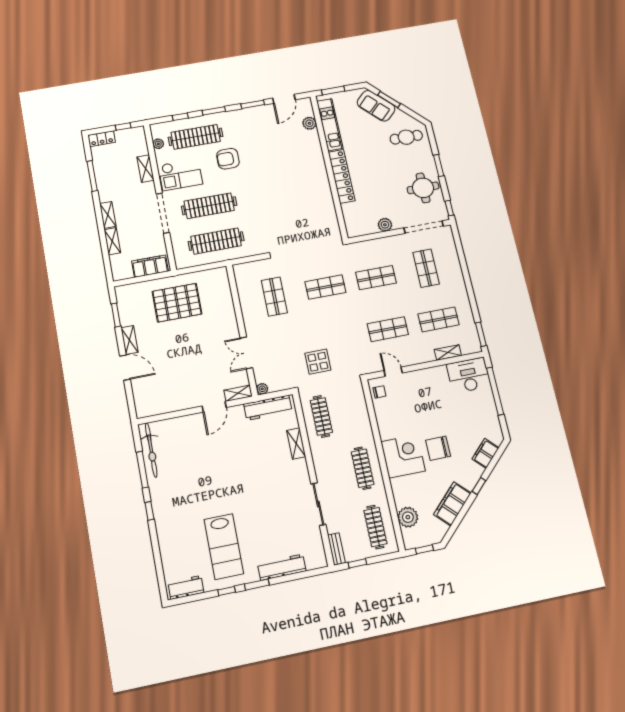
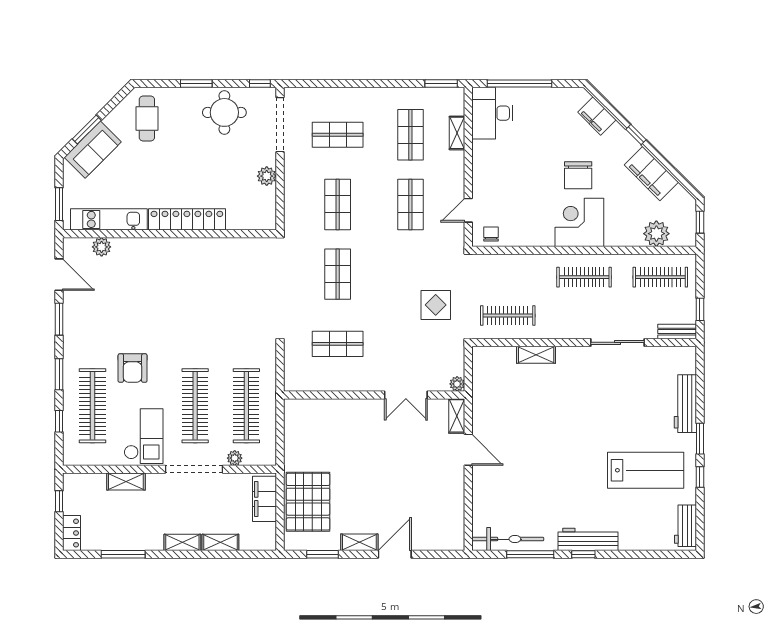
plant: (158, 144) -> (235, 458), moved
pallet: (177, 303) -> (308, 502), moved
workbench: (268, 408) -> (588, 539), moved, turned -90

